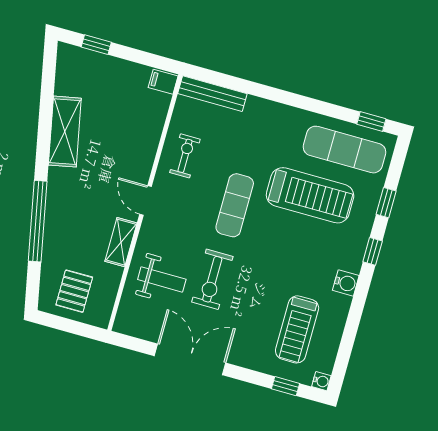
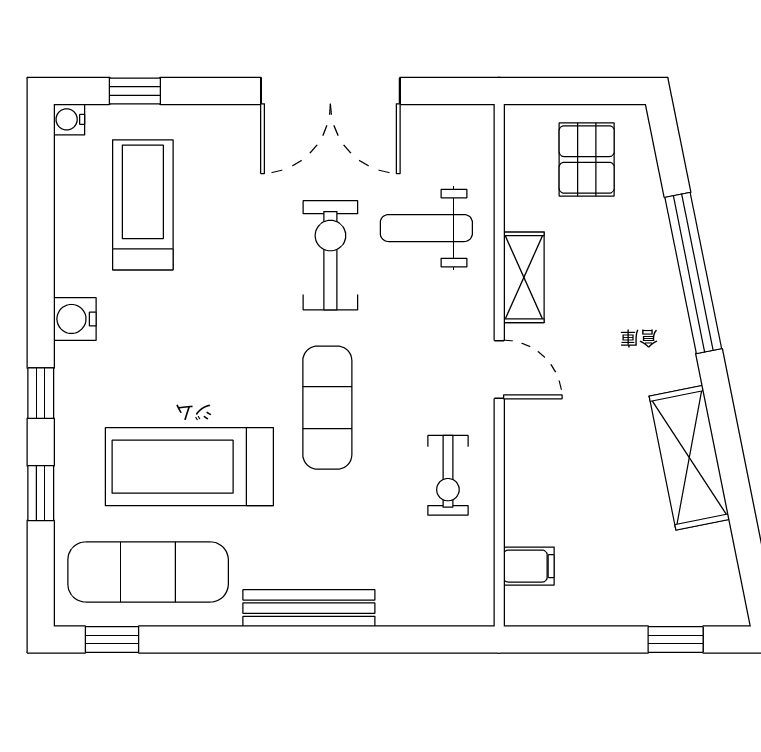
filing cabinet: (163, 82) -> (529, 566), moved
bench: (212, 94) -> (309, 608), moved

